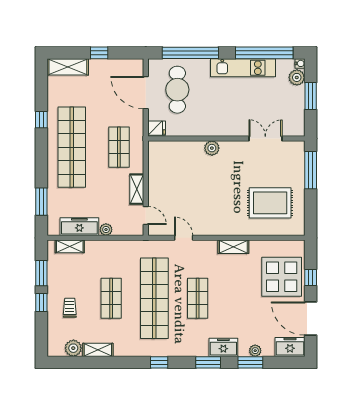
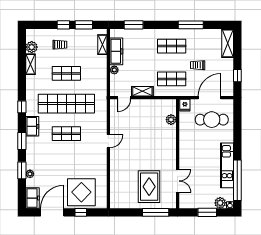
window: (99, 53) -> (237, 76), moved
window: (190, 53) -> (237, 129), removed
trolley: (99, 110) -> (198, 65), added
window: (41, 120) -> (191, 25), width x2.17
shop shelf: (72, 147) -> (172, 46), width x0.50, depth x0.74
plant: (212, 148) -> (171, 120), moved
rug: (270, 203) -> (149, 187), moved
door: (184, 238) -> (108, 141), moved
shelving: (233, 247) -> (102, 159), removed
freezer: (223, 347) -> (32, 126), moved

